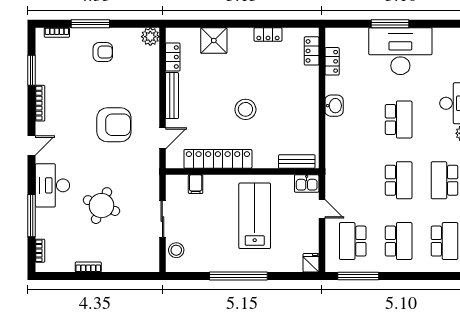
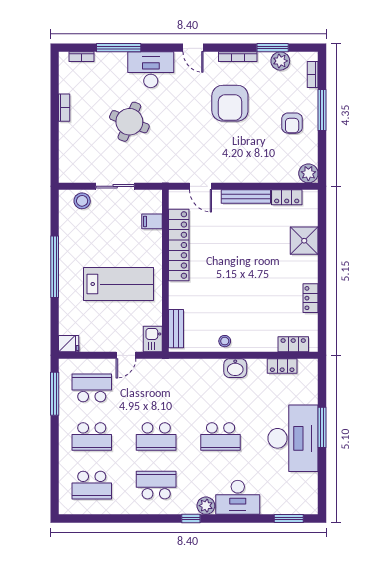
plant: (44, 63) -> (280, 61), added
stool: (245, 109) -> (225, 341), moved, width x0.53, depth x0.53
armchair: (114, 125) -> (230, 103), moved

